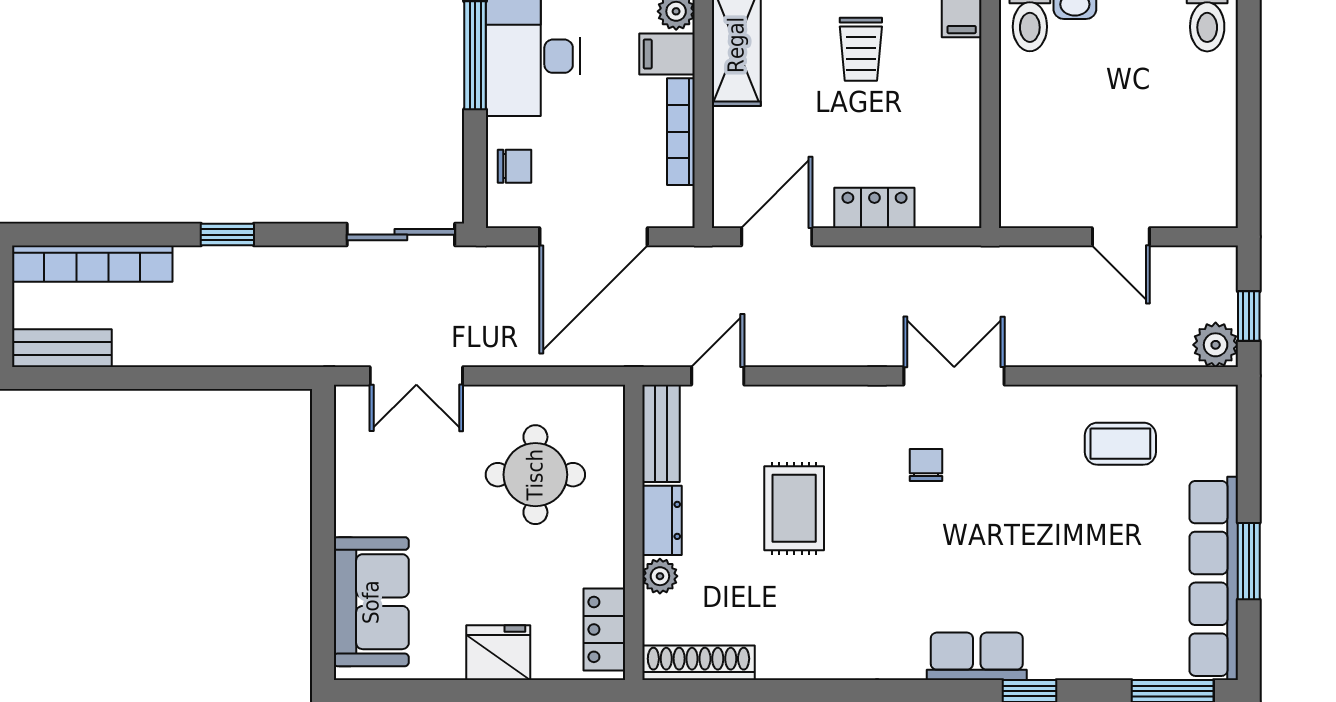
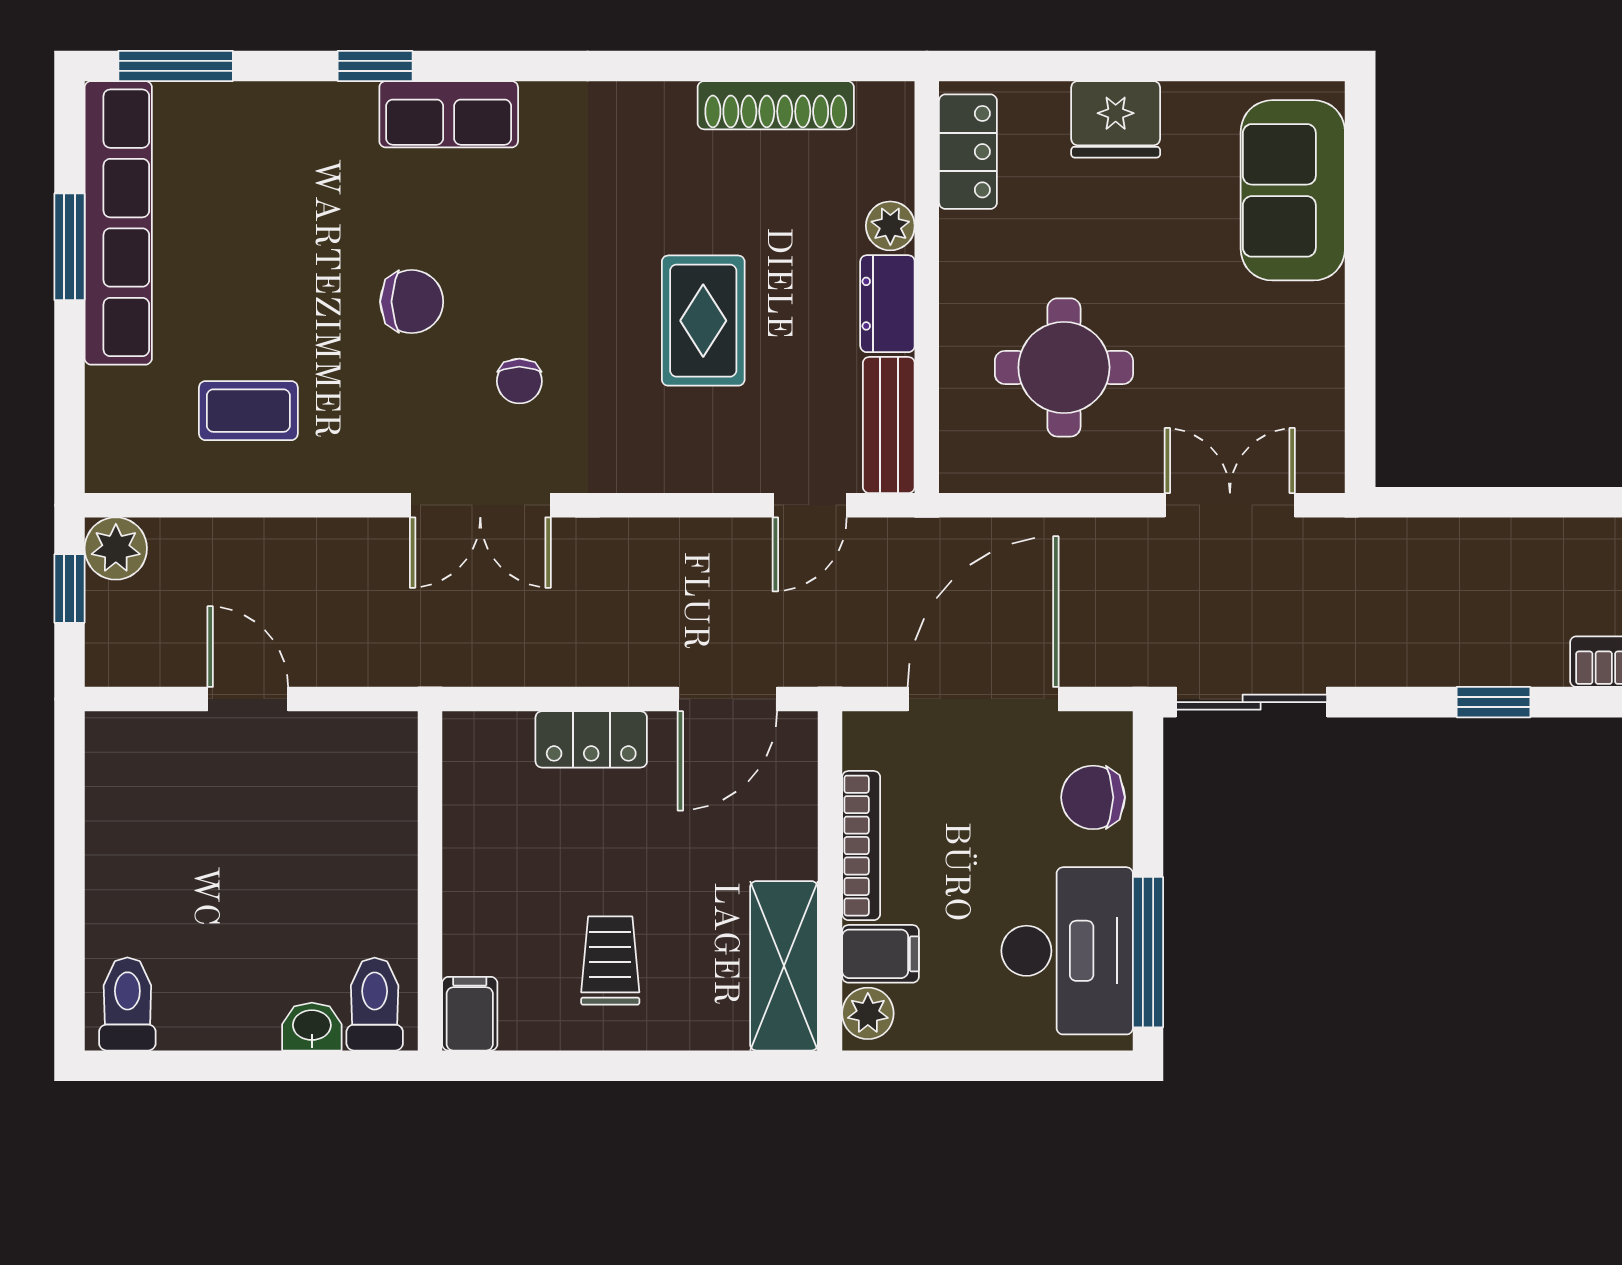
chair: (515, 166) -> (1093, 797), width x1.37, depth x1.37
chair: (1003, 522) -> (412, 302), added
shoe rack: (698, 663) -> (776, 105), moved

